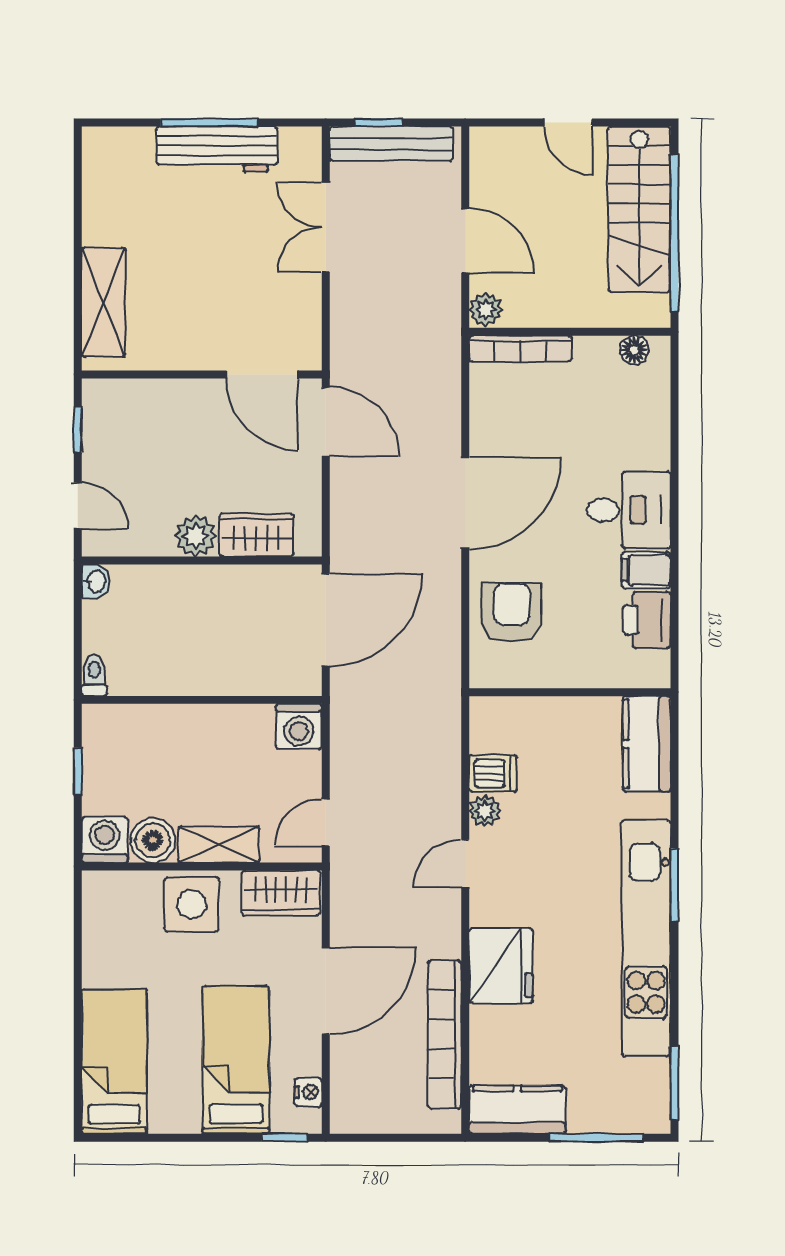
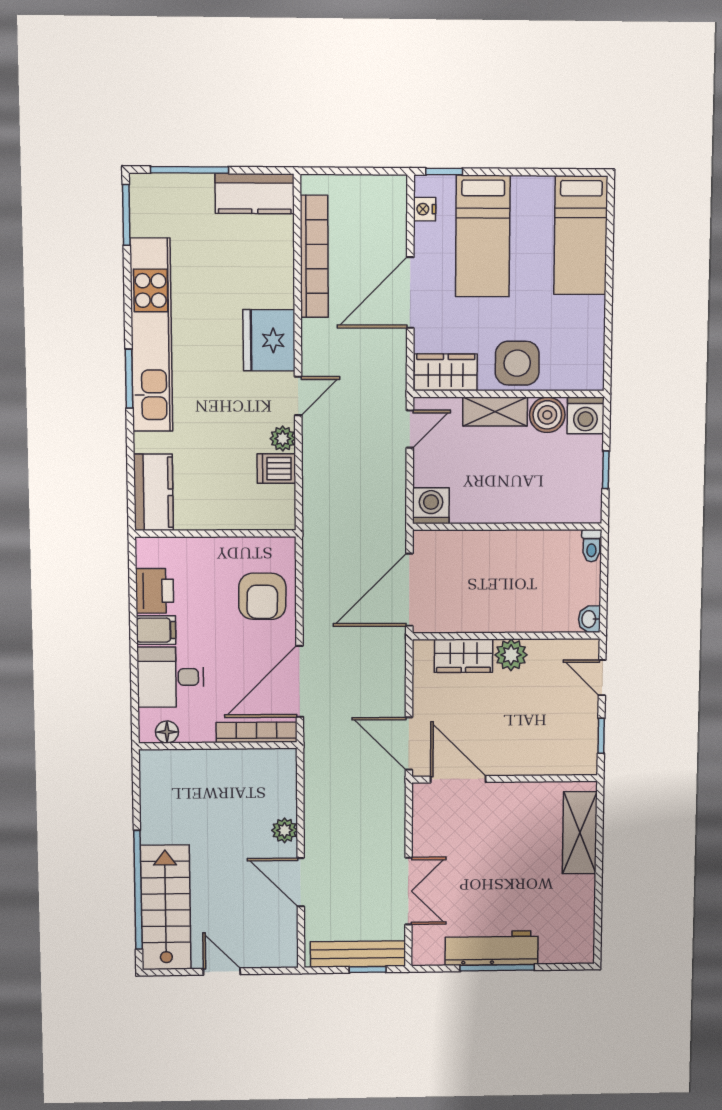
wall: (570, 332) -> (218, 746), moved
bookcase: (520, 349) -> (257, 732), moved
floor lamp: (634, 350) -> (167, 732), moved
fridge: (501, 966) -> (269, 340), moved

